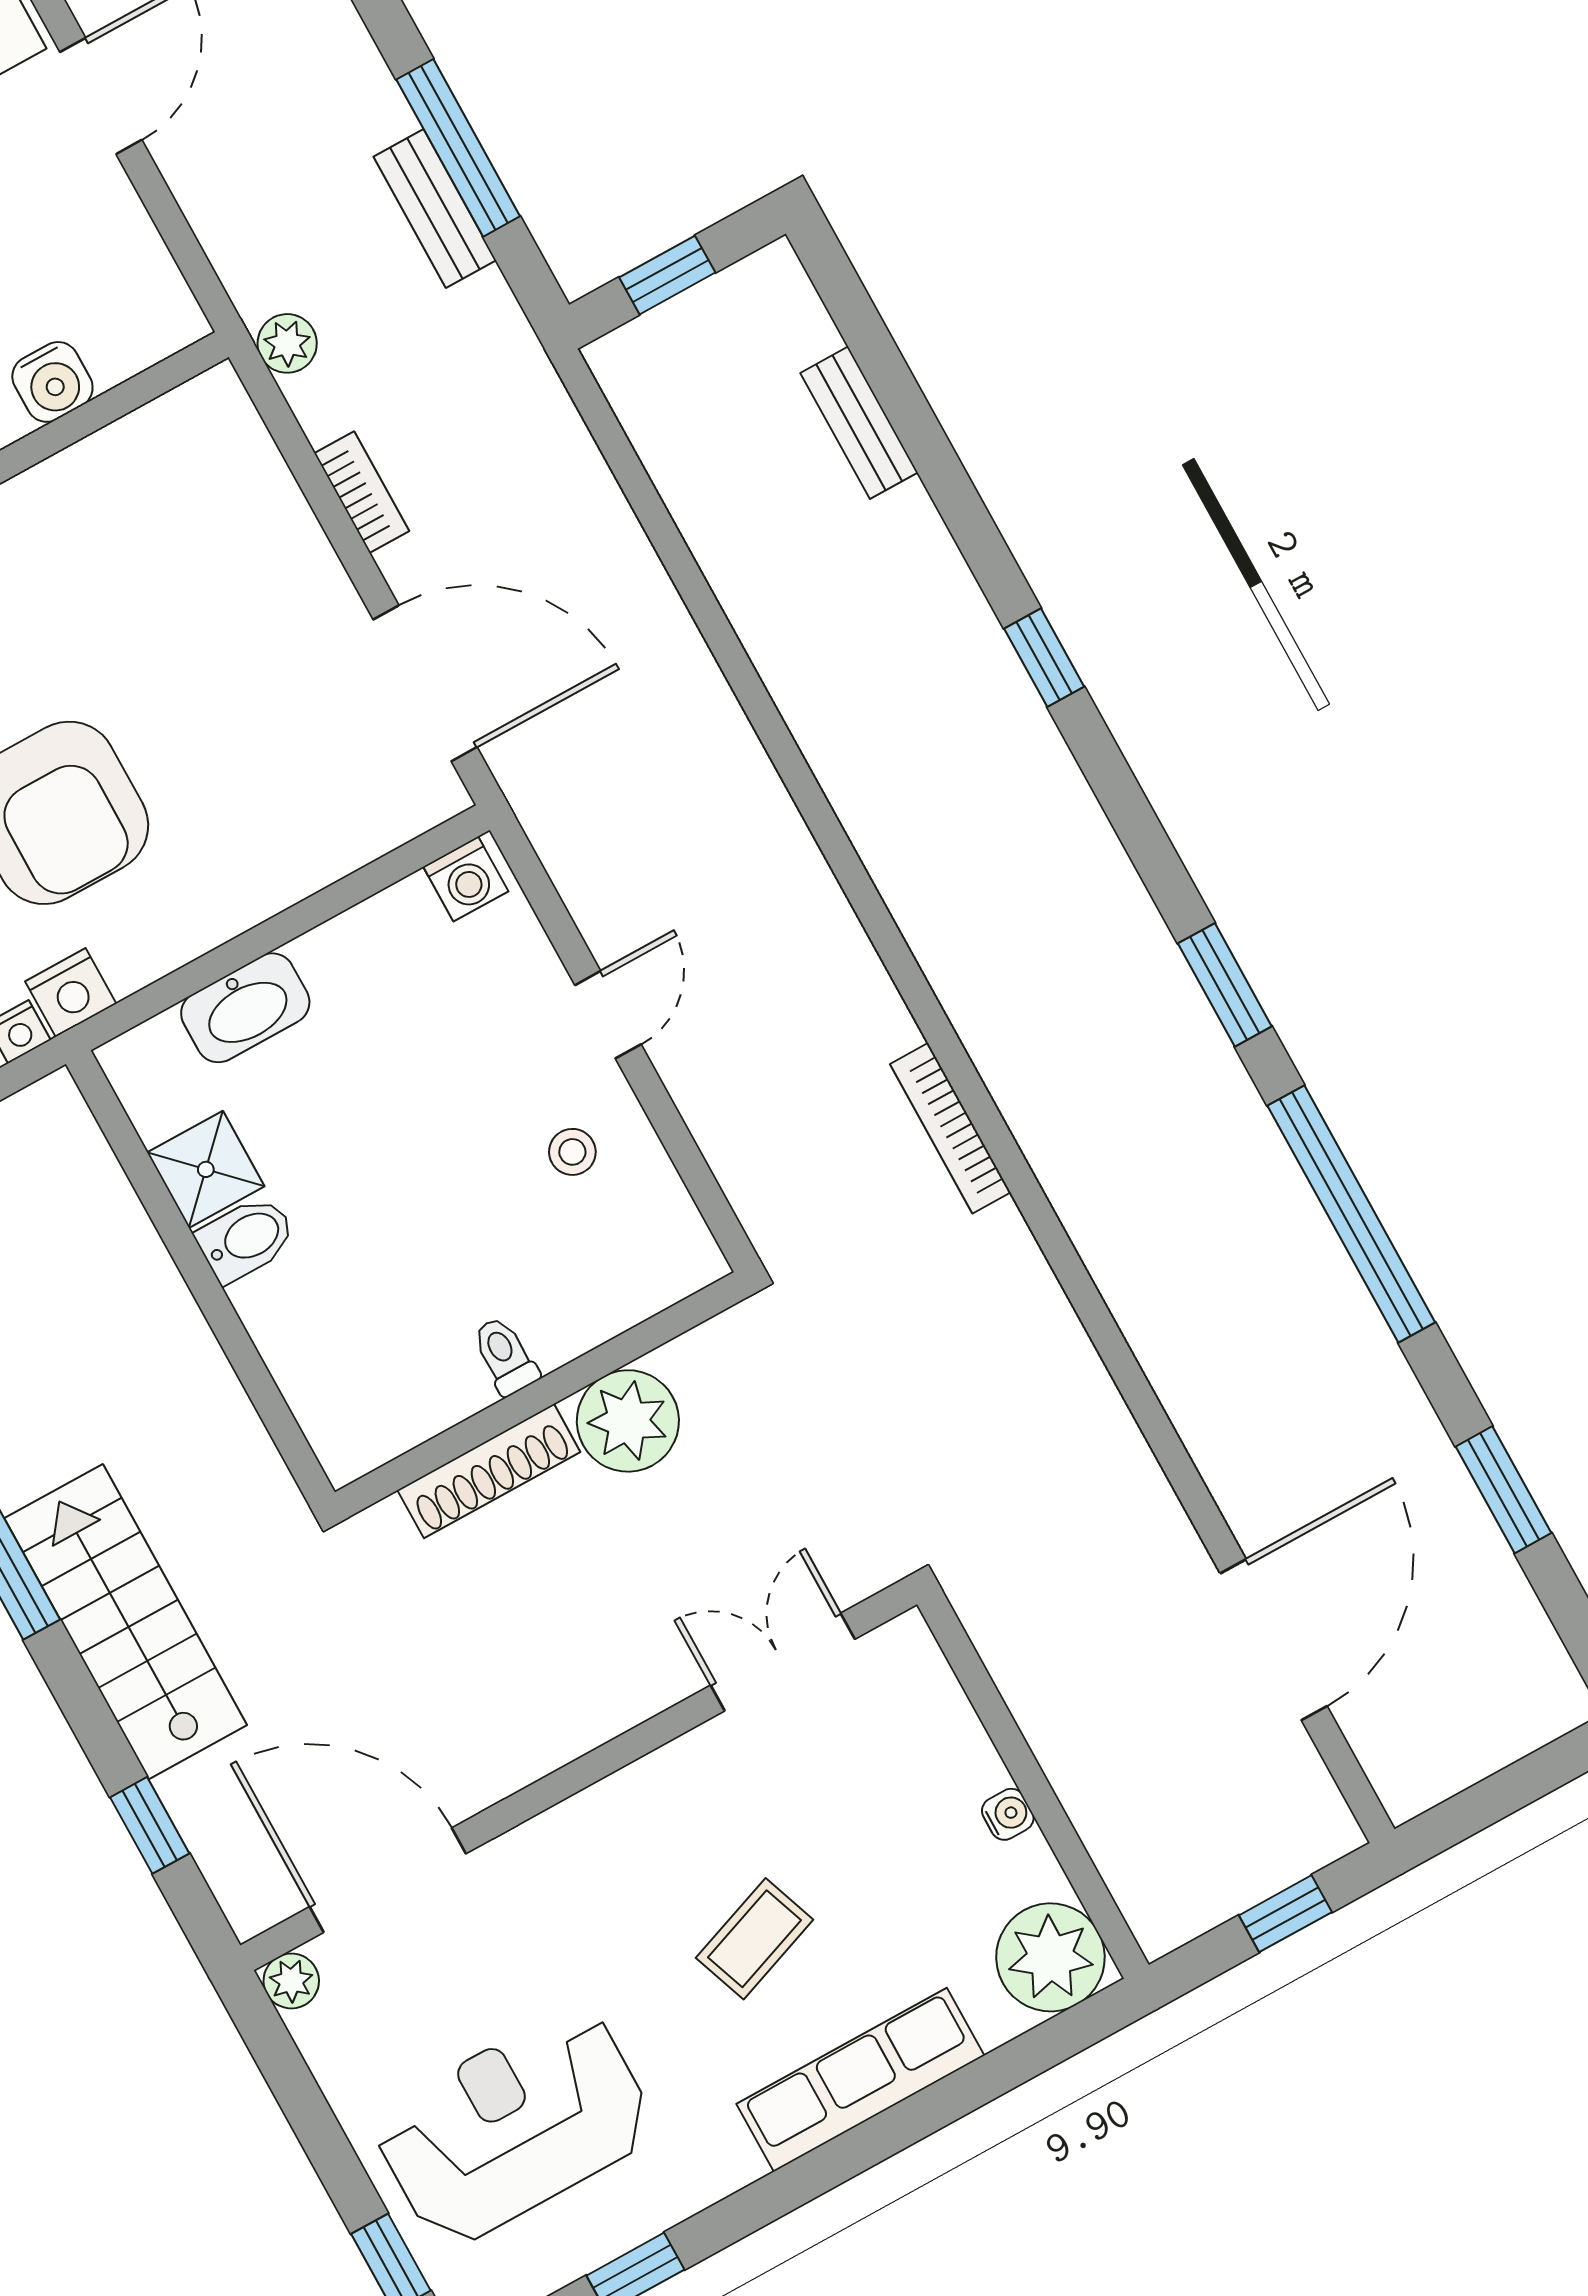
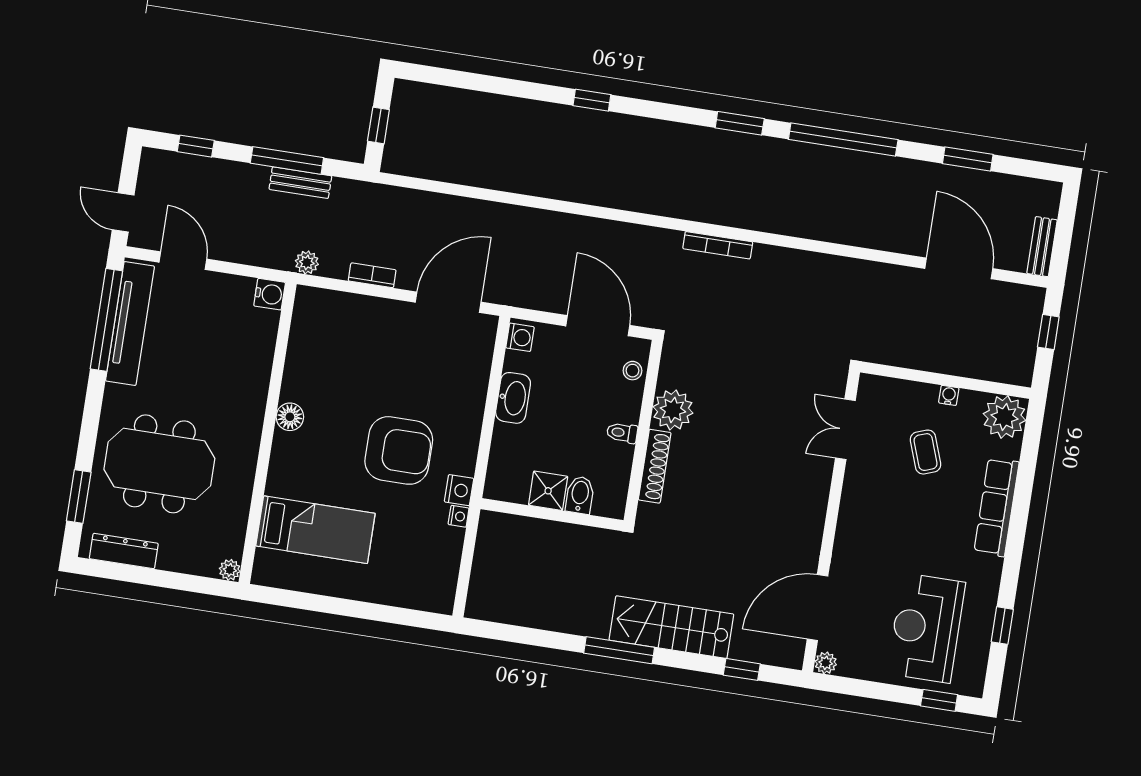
water cooler: (52, 382) -> (270, 294), moved
bench: (859, 423) -> (1042, 247), moved, turned 90
washbasin: (245, 1008) -> (513, 398), moved
door: (608, 1015) -> (598, 326), width x1.88
toilet: (505, 1356) -> (622, 433), moved
wall: (541, 1395) -> (643, 431), moved
plant: (628, 1421) -> (673, 410), moved
shoe rack: (489, 1471) -> (655, 466), moved
coffee table: (755, 1939) -> (926, 452), moved

